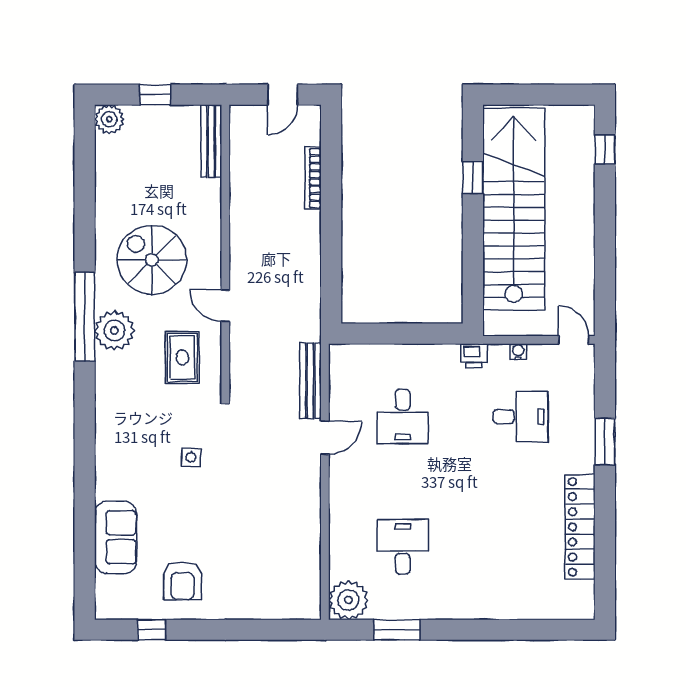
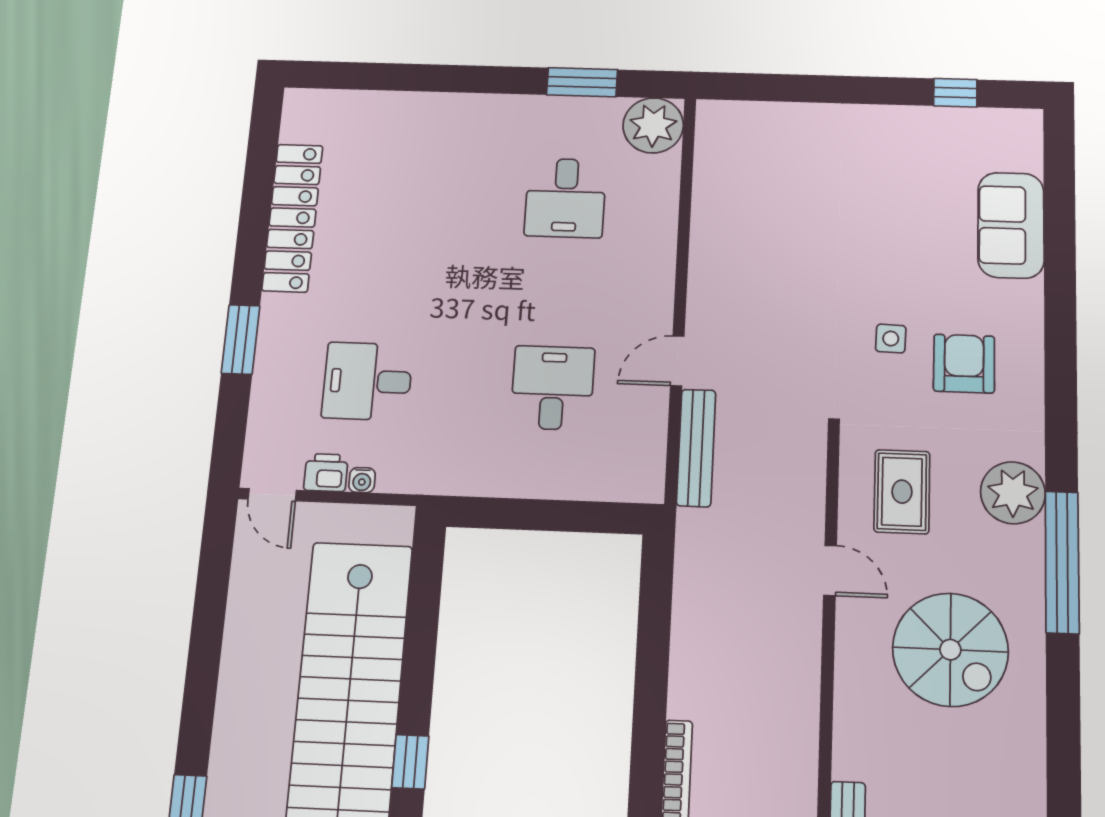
plant: (114, 330) -> (1013, 493), moved
printer: (474, 356) -> (326, 473), moved
armchair: (183, 581) -> (964, 364), moved

